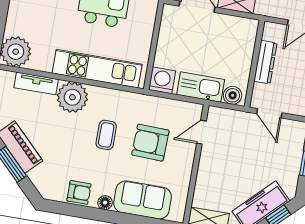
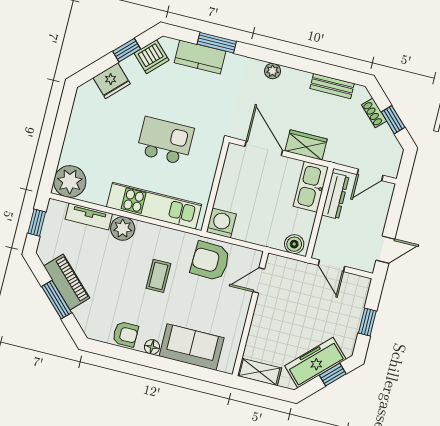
dresser: (265, 62) -> (335, 196), moved
kitchen sink: (201, 87) -> (311, 187), moved, turned -90
plant: (72, 97) -> (123, 229), width x0.73, depth x0.73
armchair: (150, 143) -> (210, 261), moved

